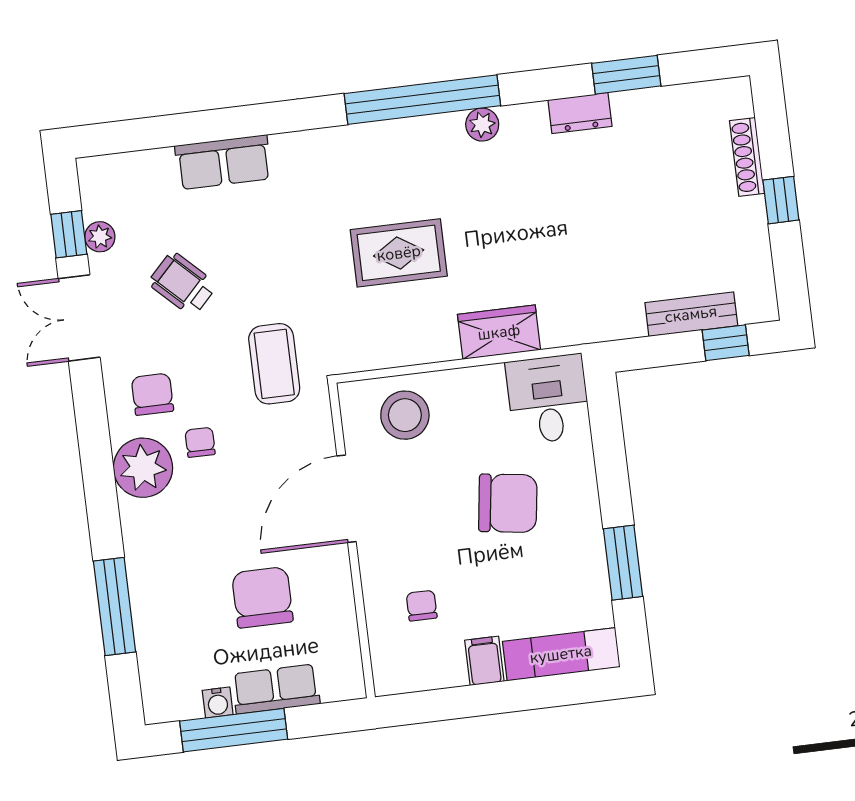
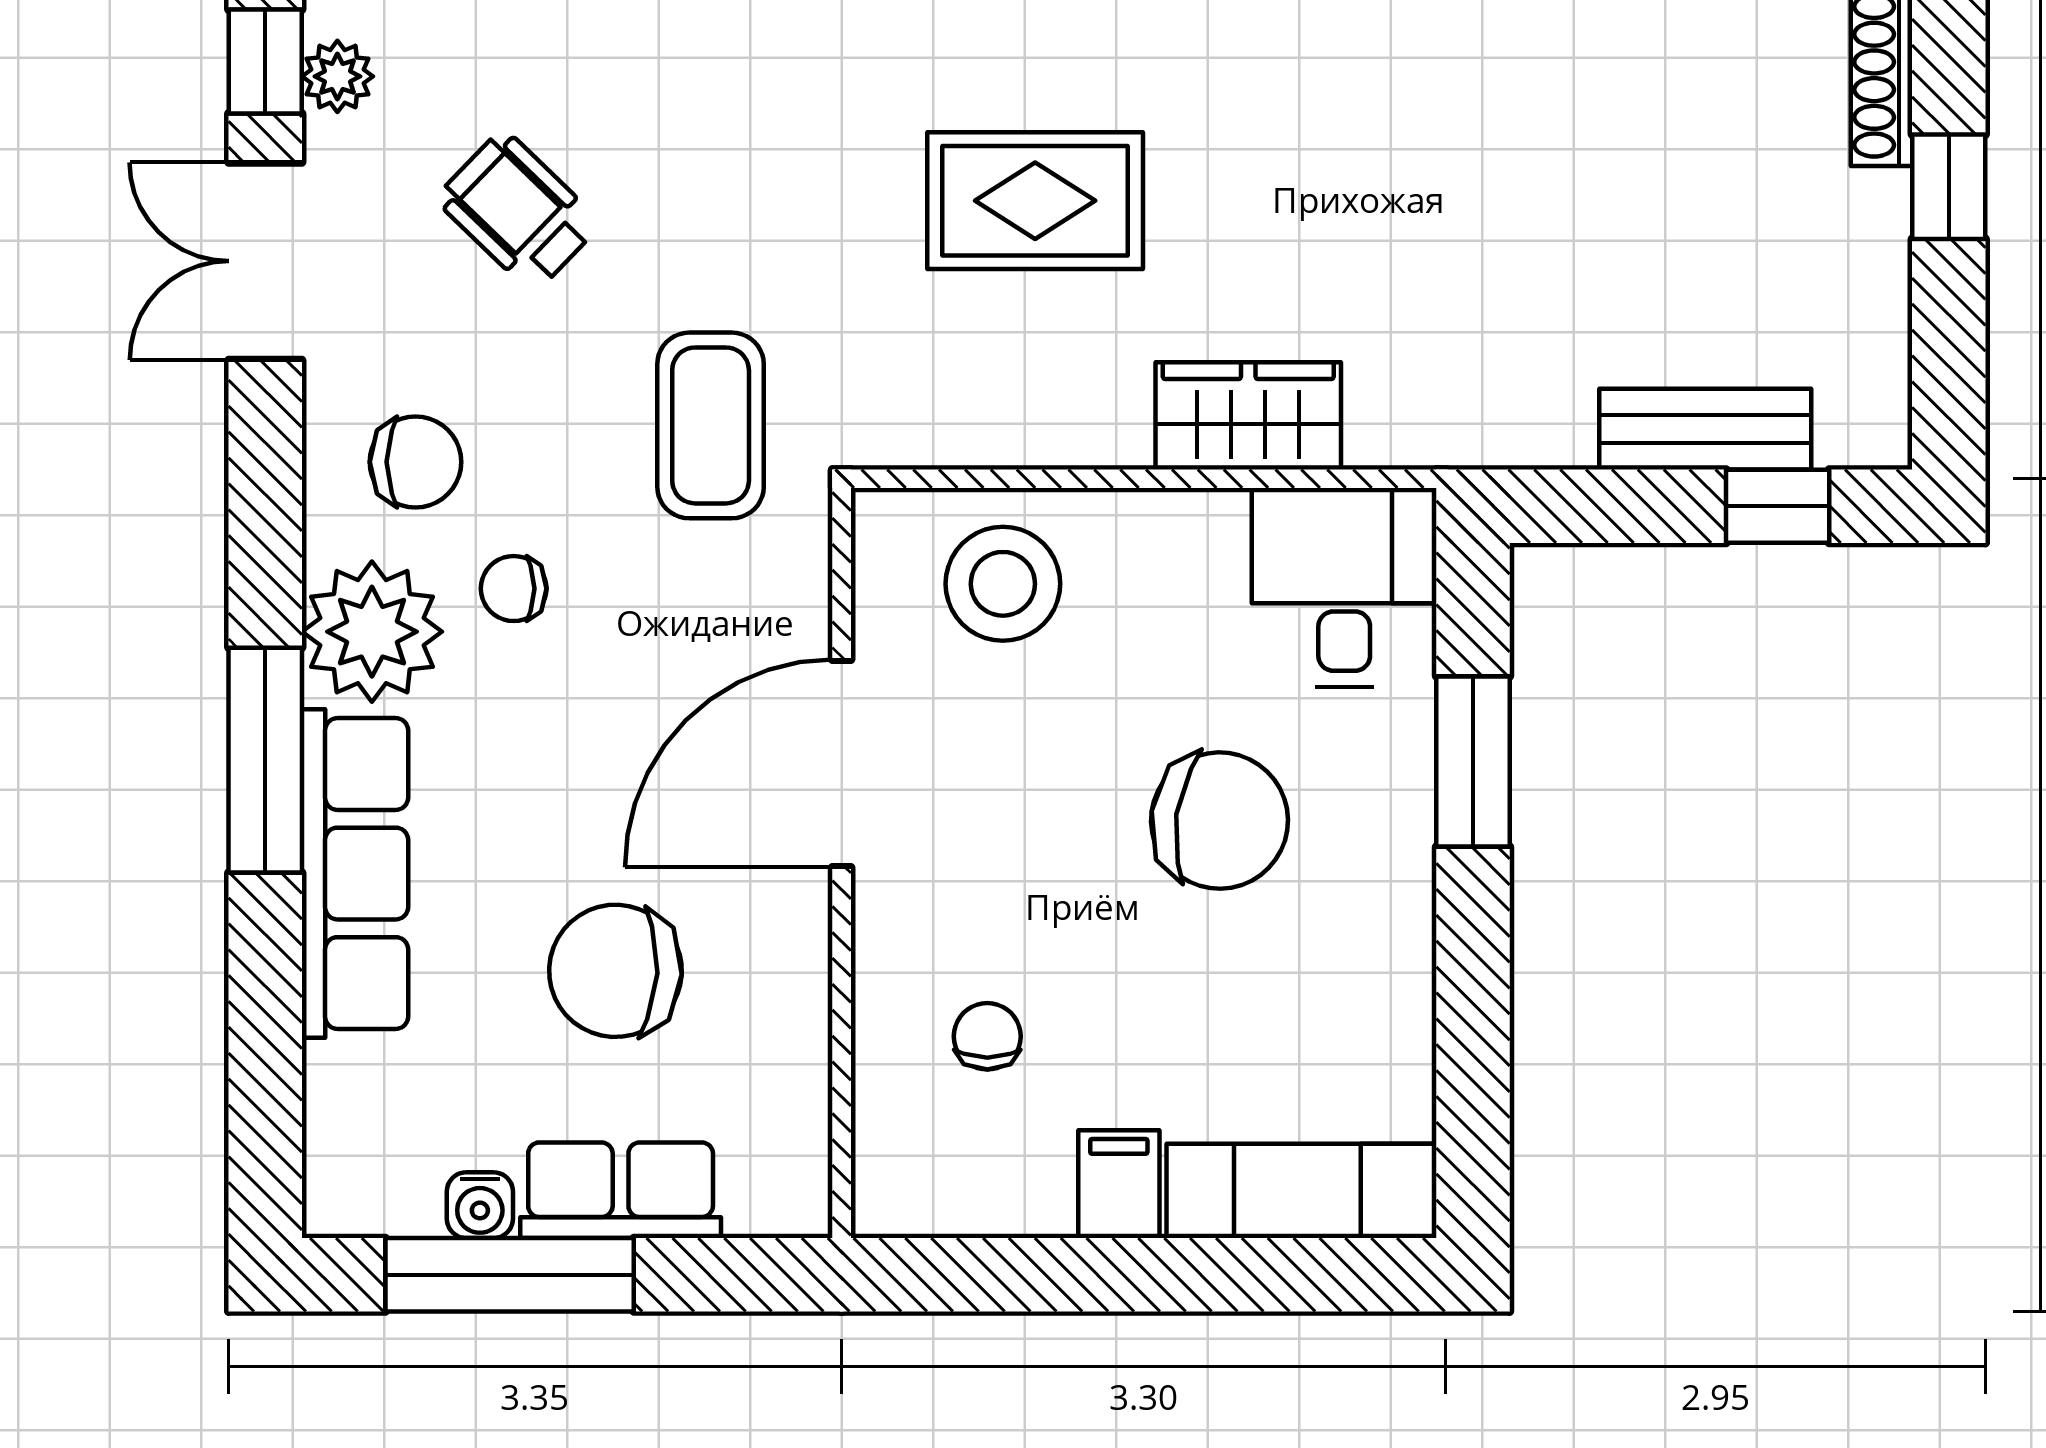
chair: (152, 394) -> (415, 462), turned 90
chair: (200, 442) -> (514, 589), turned -90
window: (623, 563) -> (1473, 761), moved
row of seats: (148, 570) -> (355, 874), added
chair: (262, 597) -> (615, 971), turned -87
window: (115, 607) -> (265, 760), moved

